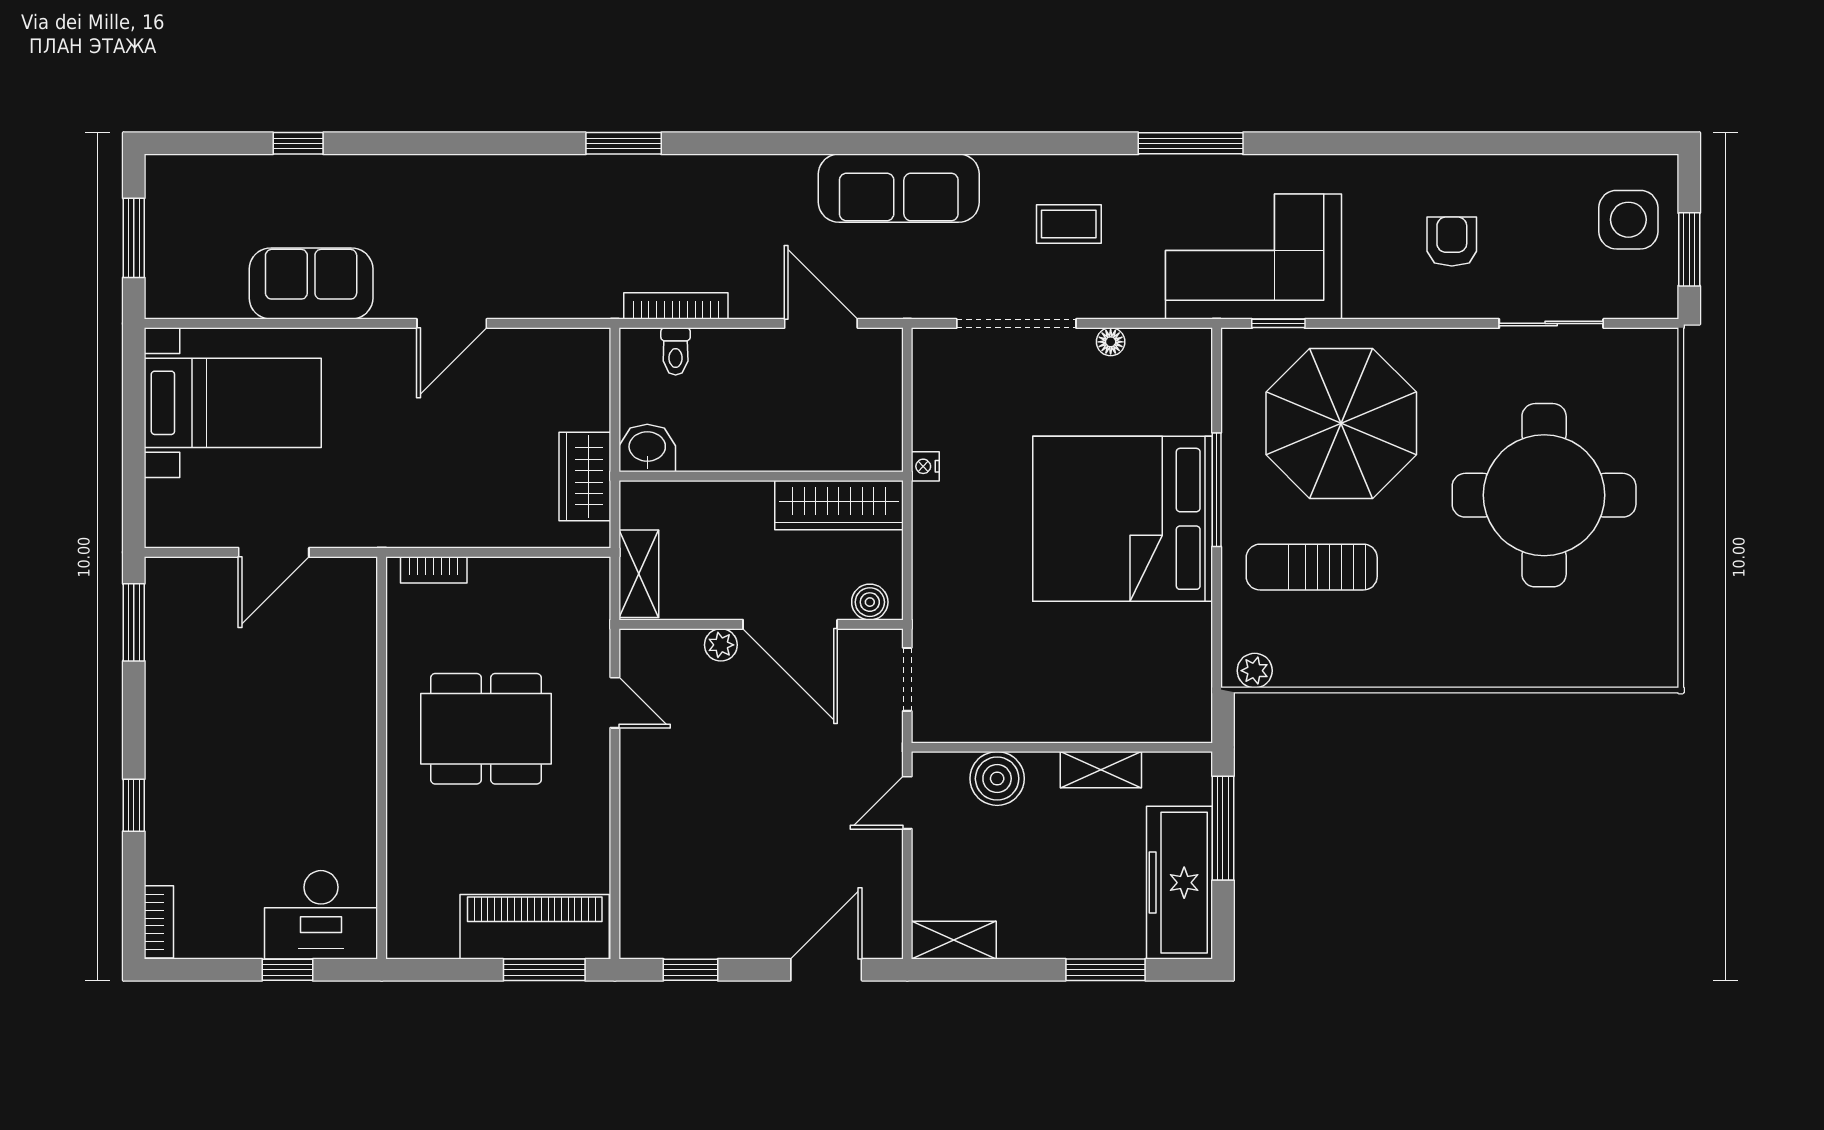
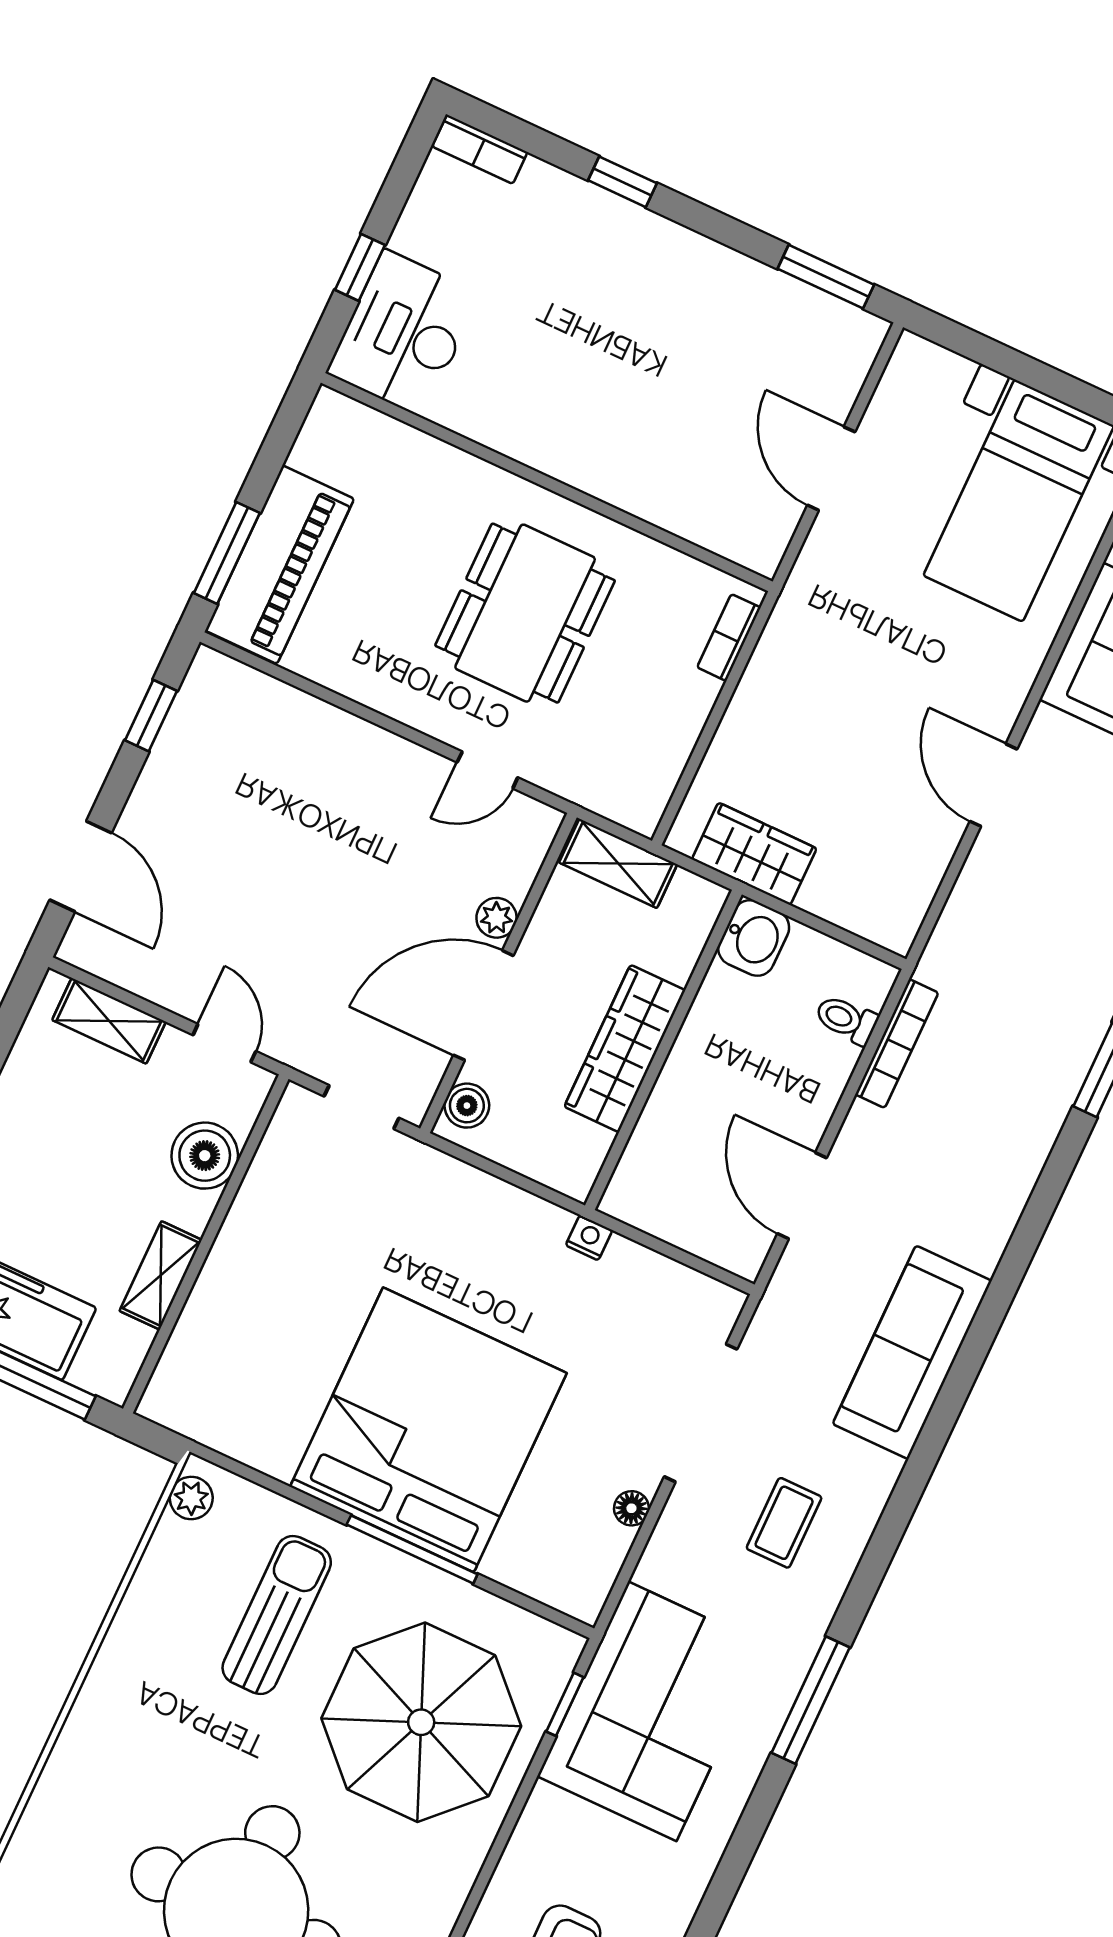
door: (821, 323) -> (802, 1196), swing flipped
wardrobe: (839, 505) -> (625, 1049), moved
shelving: (954, 940) -> (109, 1021), moved, turned 90

